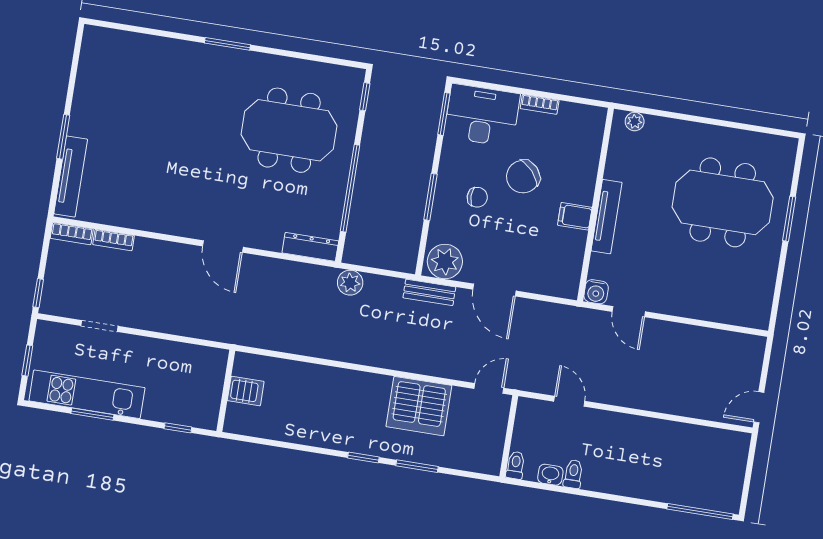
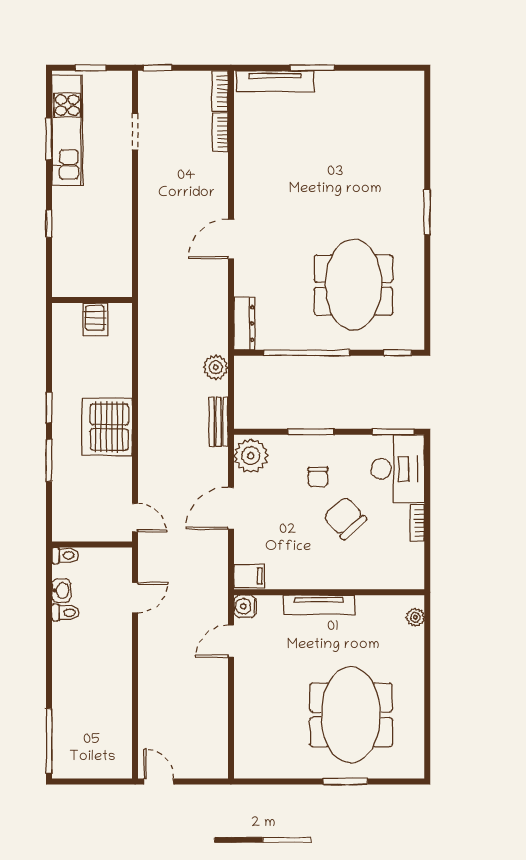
filing cabinet: (575, 216) -> (249, 576), moved, turned 90
bench: (429, 292) -> (219, 422), moved
wall: (226, 391) -> (92, 300), moved
server rack: (246, 391) -> (95, 319), moved
server rack: (419, 406) -> (107, 427), moved

